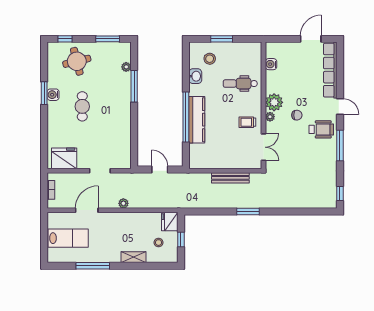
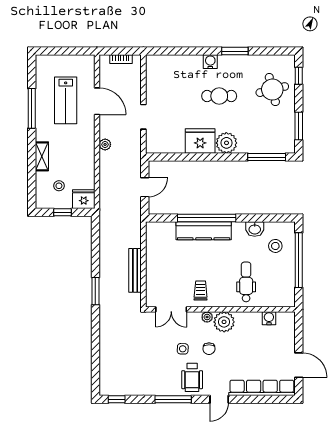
window: (222, 39) -> (299, 260), width x2.11
plant: (126, 67) -> (226, 143), moved, width x1.88, depth x1.88
window: (134, 86) -> (267, 157), moved
water cooler: (53, 95) -> (210, 62), moved
side table: (297, 137) -> (183, 349), added
fridge: (64, 158) -> (200, 141), moved, turned -90
lab bench: (68, 238) -> (66, 100), moved

